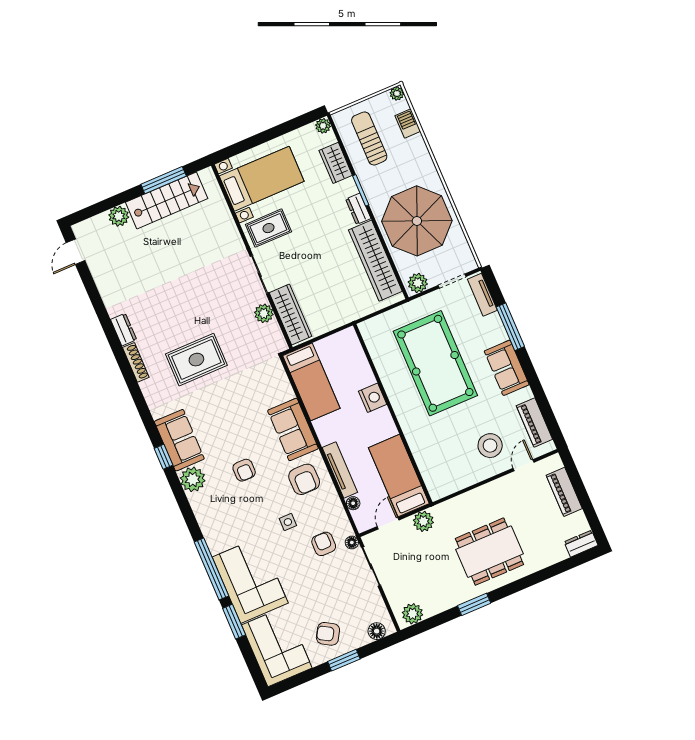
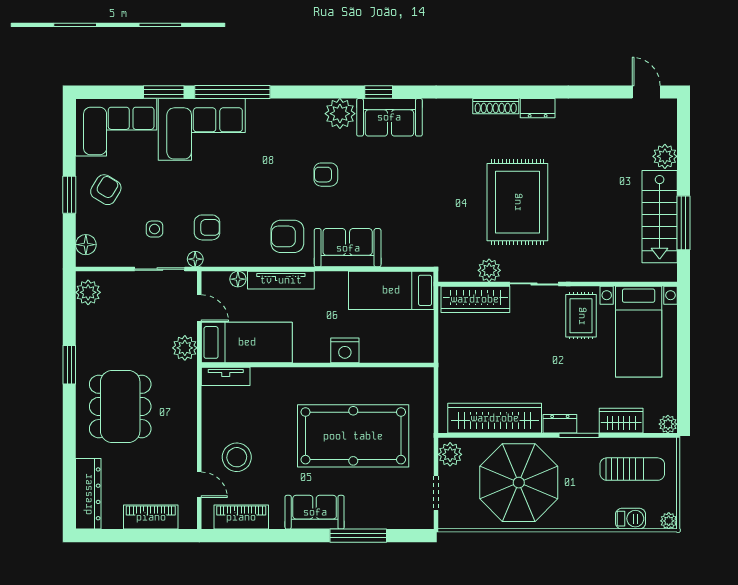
tv unit: (482, 295) -> (226, 376), moved, turned 180
rug: (196, 360) -> (517, 202), moved, width x1.37, depth x1.44
side table: (288, 522) -> (155, 229), moved
dresser: (581, 544) -> (88, 494), width x1.96, depth x1.24

